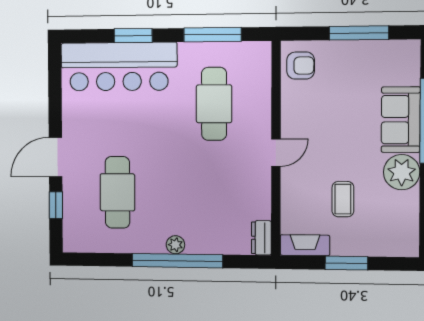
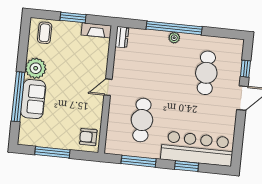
coffee table: (343, 199) -> (45, 33), moved

